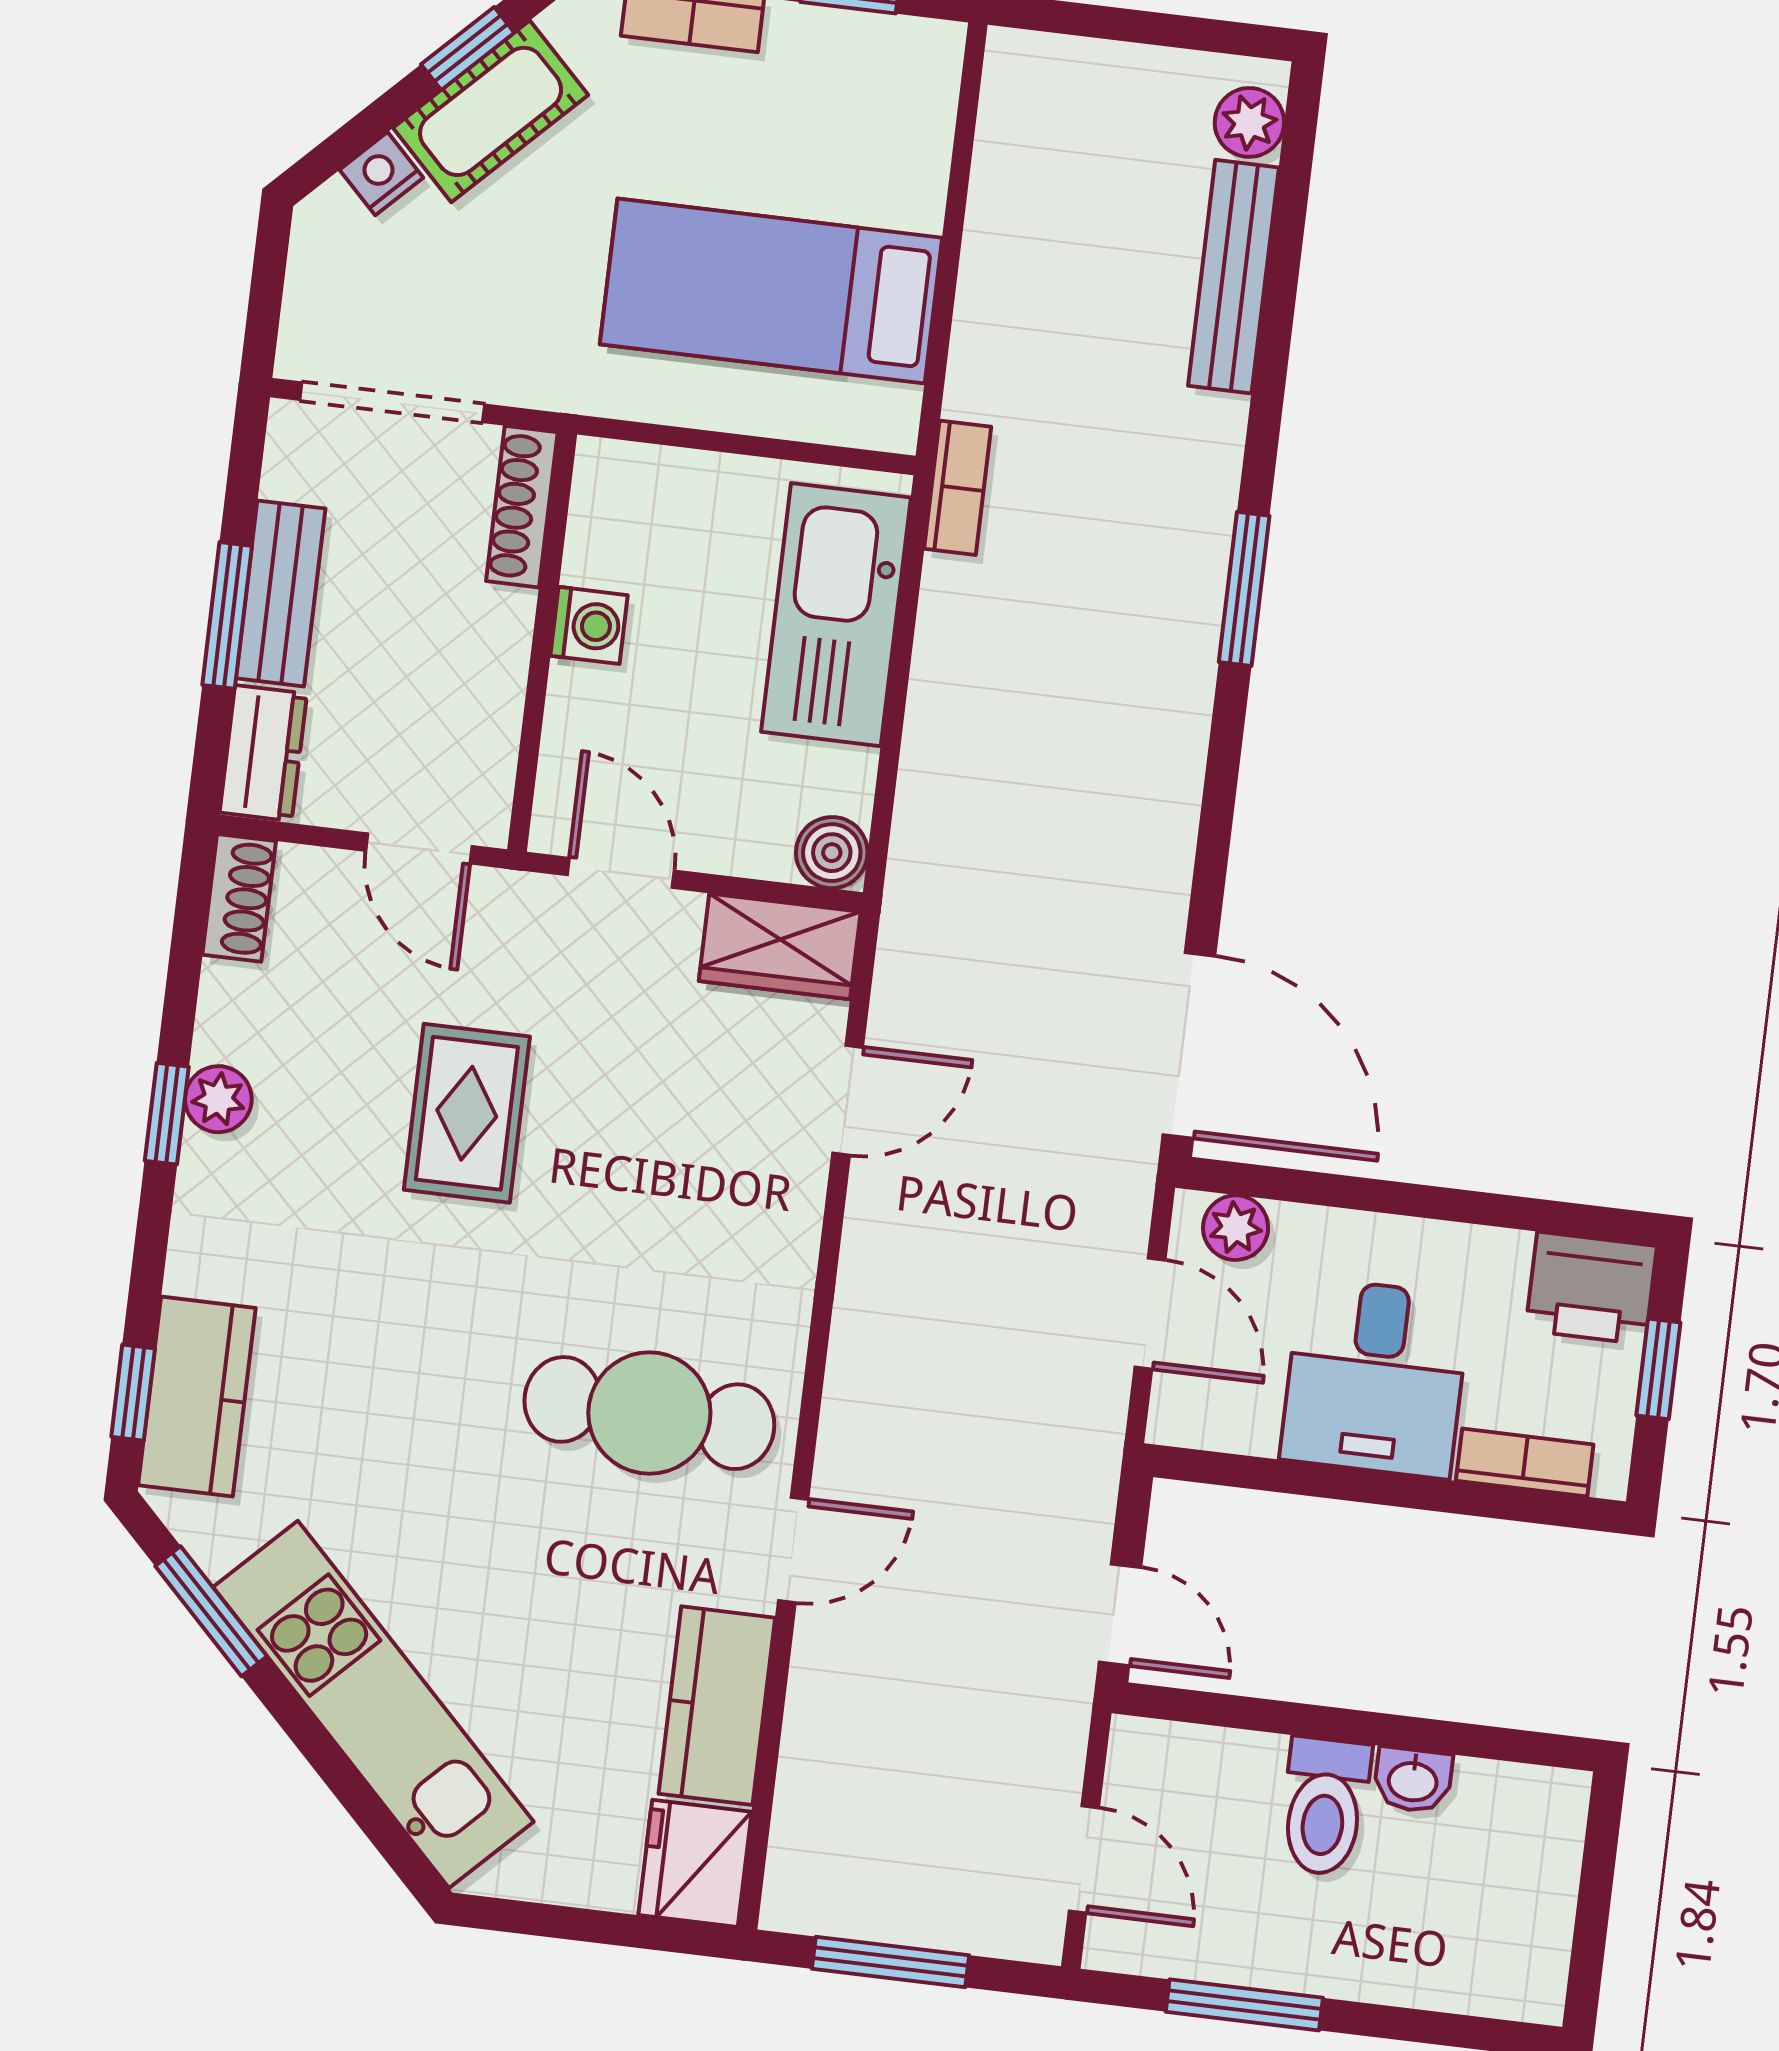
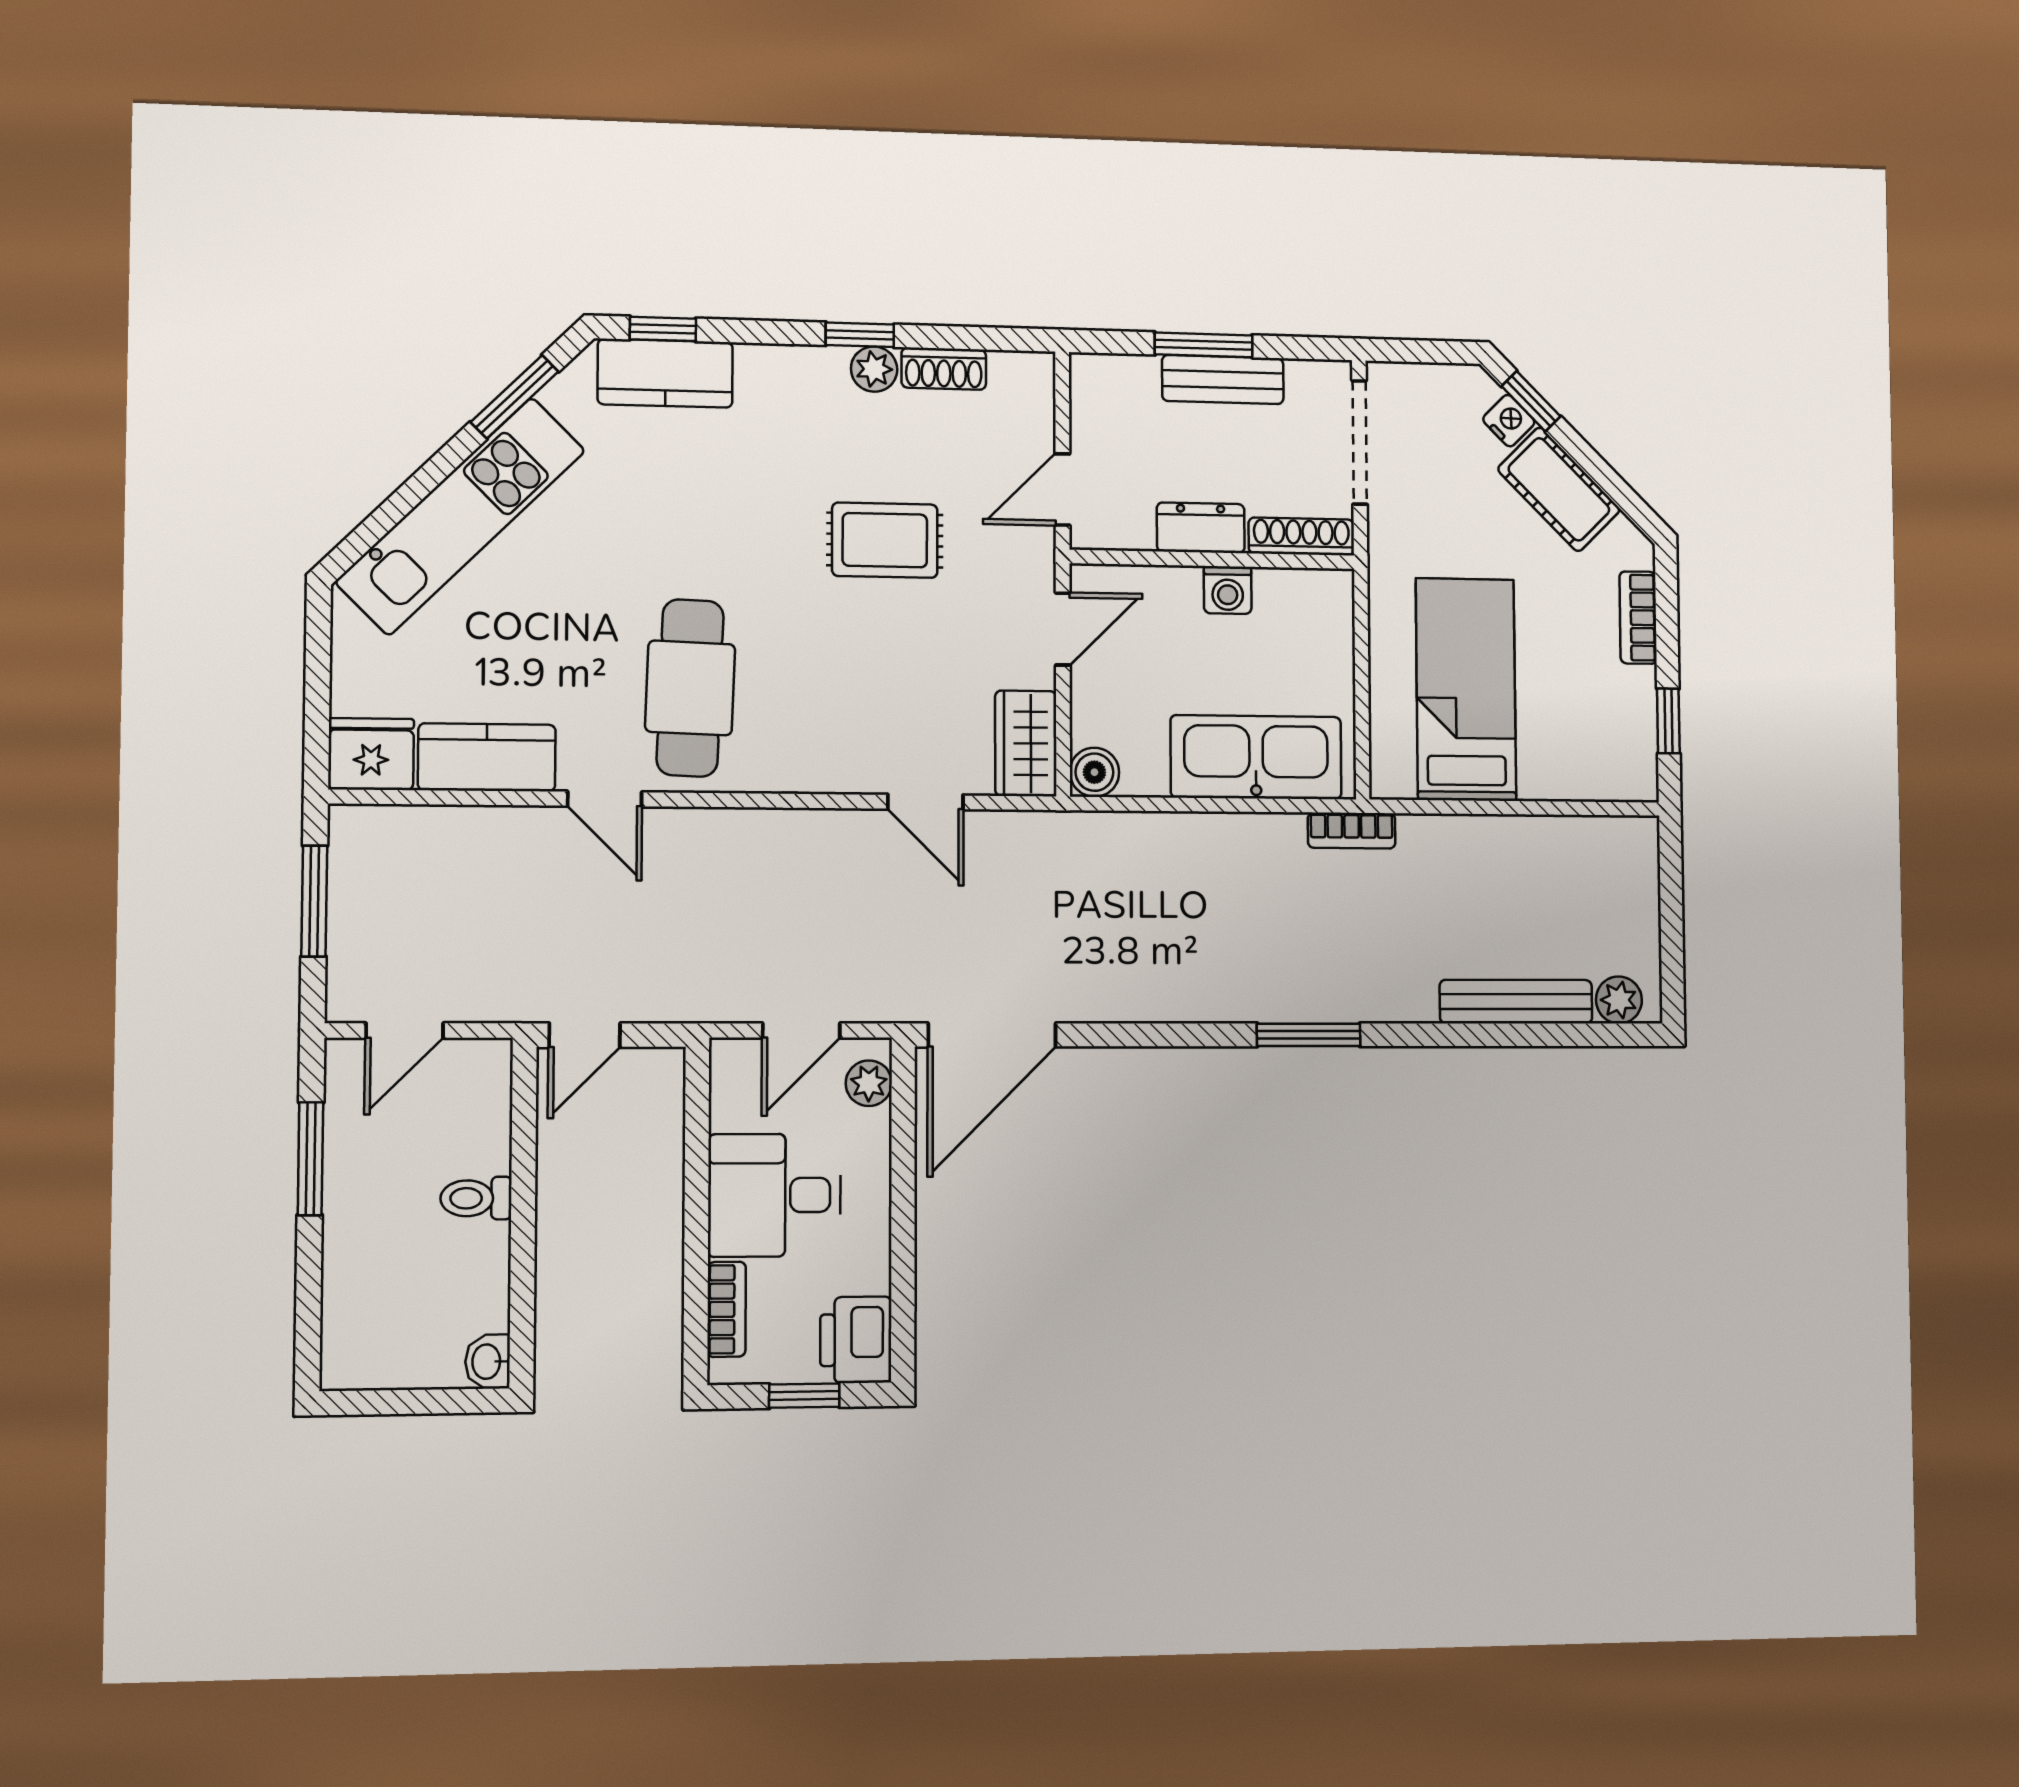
window: (468, 48) -> (1531, 401), moved
dresser: (263, 753) -> (1201, 528), moved, turned 180
shoe rack: (239, 898) -> (944, 369), moved
washbasin: (1413, 1780) -> (488, 1362), moved
toilet: (1325, 1806) -> (476, 1198), width x0.73, depth x0.72

